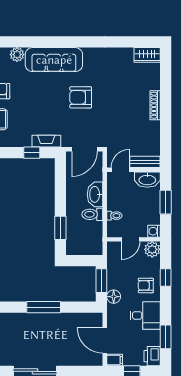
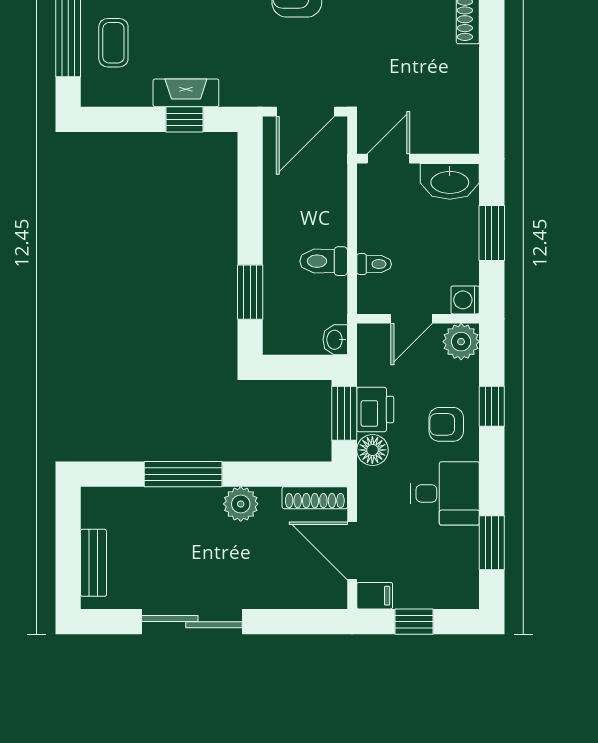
fireplace: (46, 141) -> (186, 93), moved
bench: (145, 162) -> (444, 141), removed
washbasin: (95, 194) -> (335, 340), moved, width x0.52, depth x0.69
window: (44, 307) -> (183, 474), moved
shoe rack: (89, 317) -> (315, 498), added
plant: (56, 320) -> (241, 504), added
printer: (152, 356) -> (375, 409), moved, turned 180

